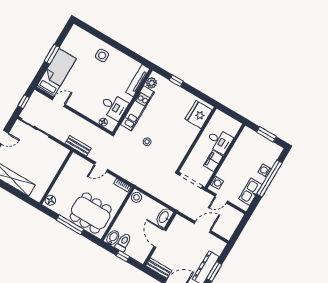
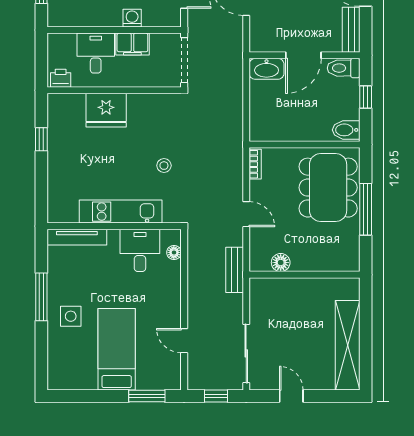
window: (119, 47) -> (41, 297), added
window: (52, 54) -> (147, 396), moved
bed: (56, 73) -> (117, 349), moved, turned 90
window: (176, 81) -> (41, 139), moved
plant: (152, 83) -> (68, 213), removed
fridge: (199, 115) -> (106, 110), moved
printer: (217, 117) -> (61, 78), added
washing machine: (217, 183) -> (132, 18), moved
stool: (136, 197) -> (261, 130), removed
floor lamp: (50, 200) -> (281, 263), moved
toilet: (123, 242) -> (344, 68), moved

